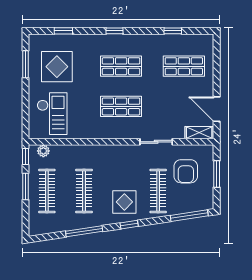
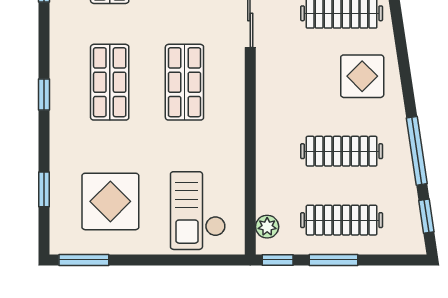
window: (25, 64) -> (84, 260), moved
checkout: (52, 114) -> (198, 211), turned -90
window: (129, 225) -> (426, 216), moved

